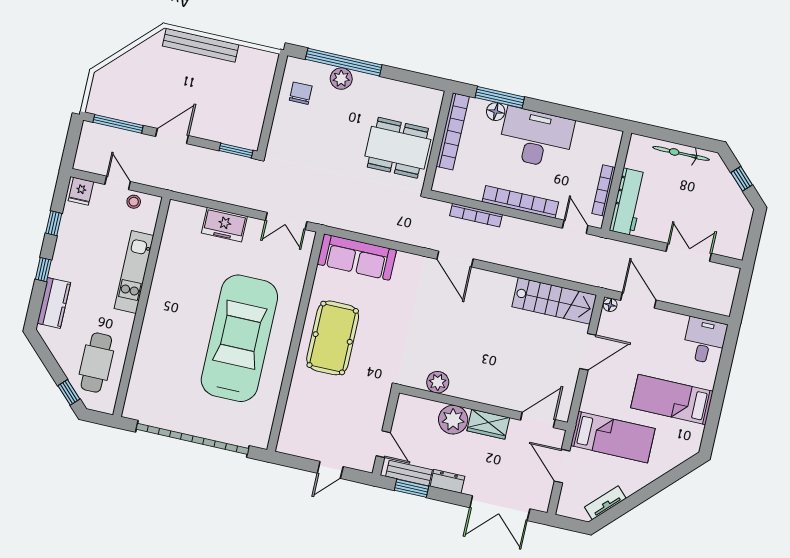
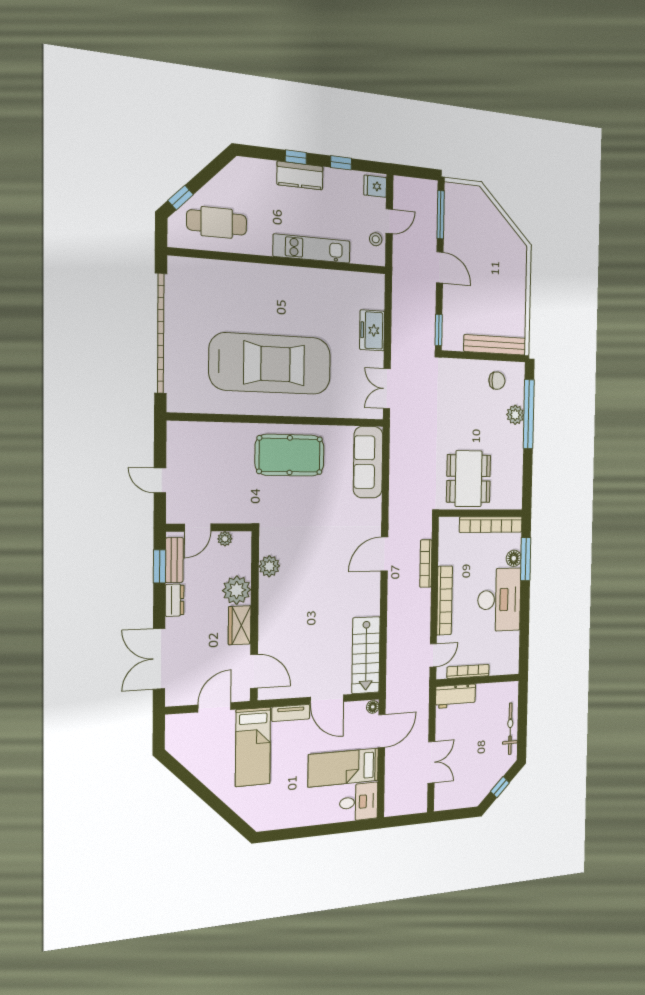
bench: (201, 45) -> (495, 345), moved, turned 90
workbench: (628, 202) -> (456, 696), width x0.73
kitchen counter: (54, 303) -> (300, 175), moved
bed: (672, 400) -> (343, 768), moved, turned -90
plant: (400, 420) -> (225, 539), added
tv unit: (605, 503) -> (291, 713), moved, turned 135

